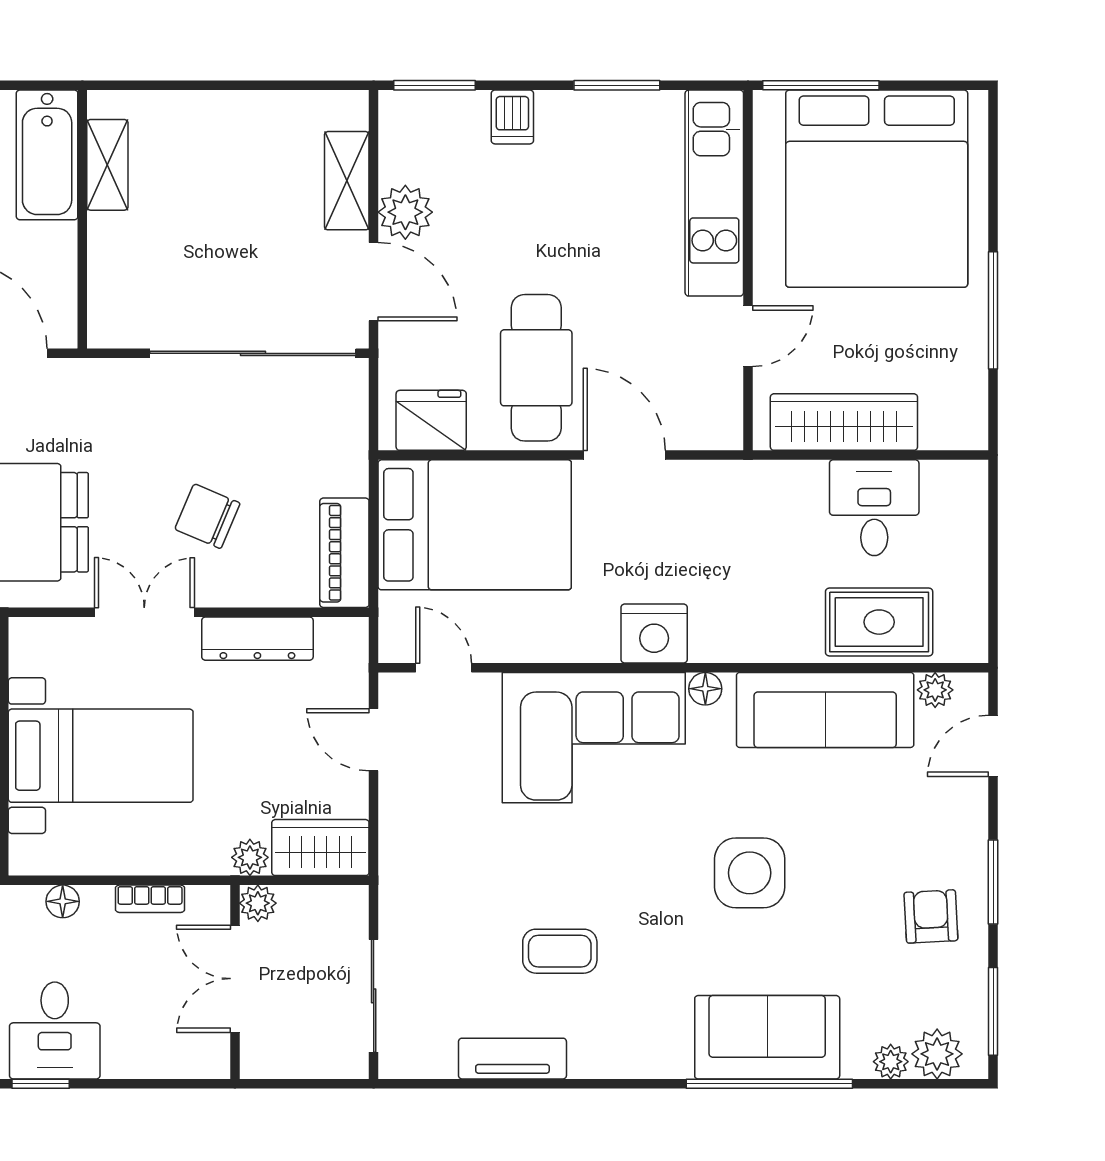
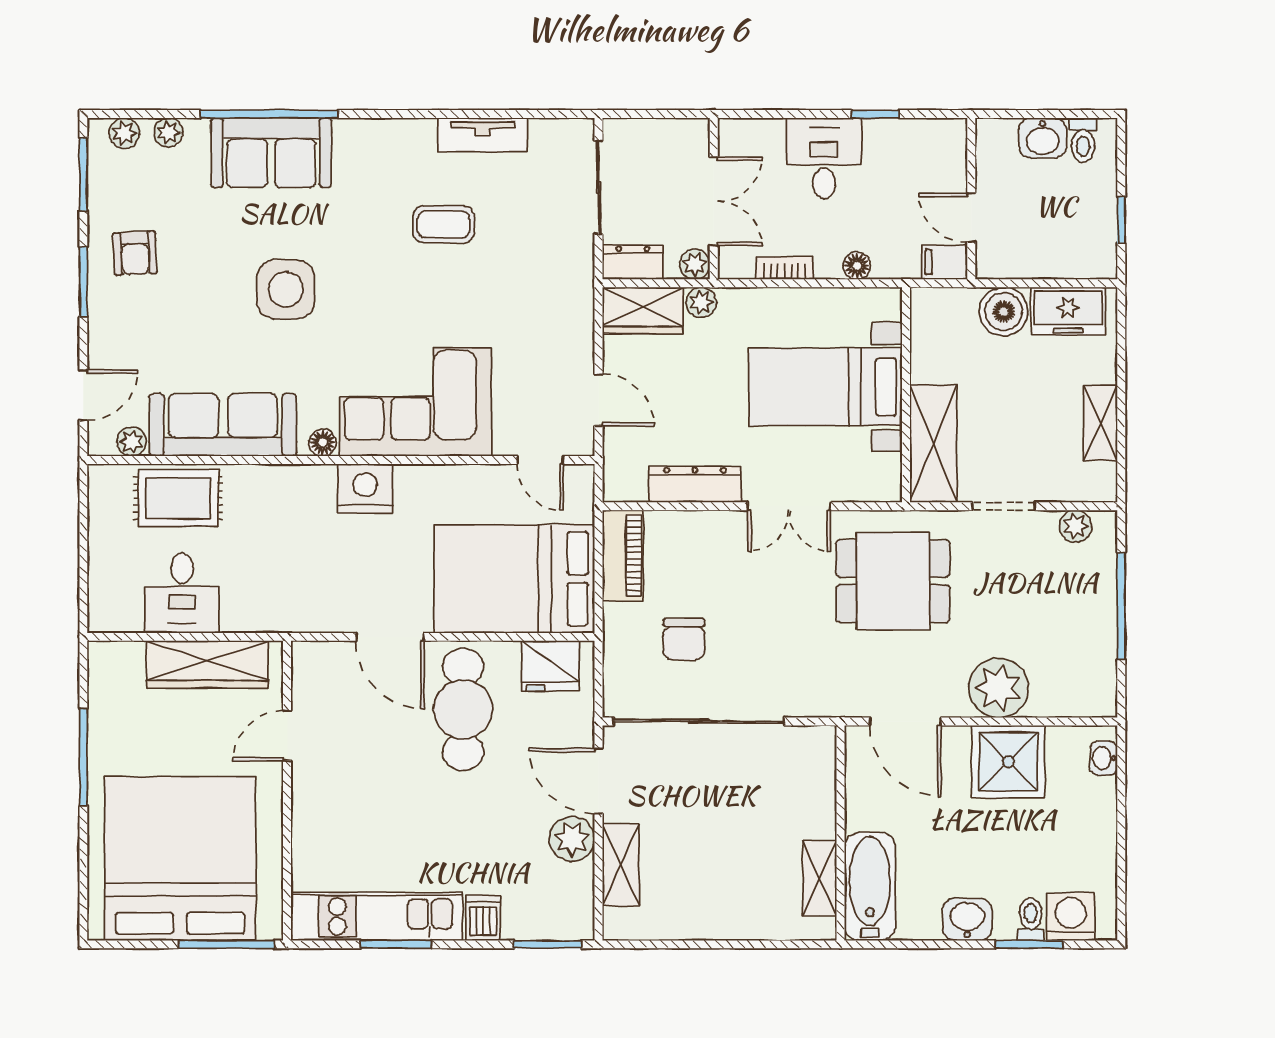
kitchen unit: (714, 193) -> (377, 916), moved, turned -90
chair: (207, 516) -> (684, 639), moved, turned 67
dresser: (332, 906) -> (633, 262), added
desk: (55, 1030) -> (824, 158), moved
plant: (937, 1054) -> (124, 133), width x0.73, depth x0.73

